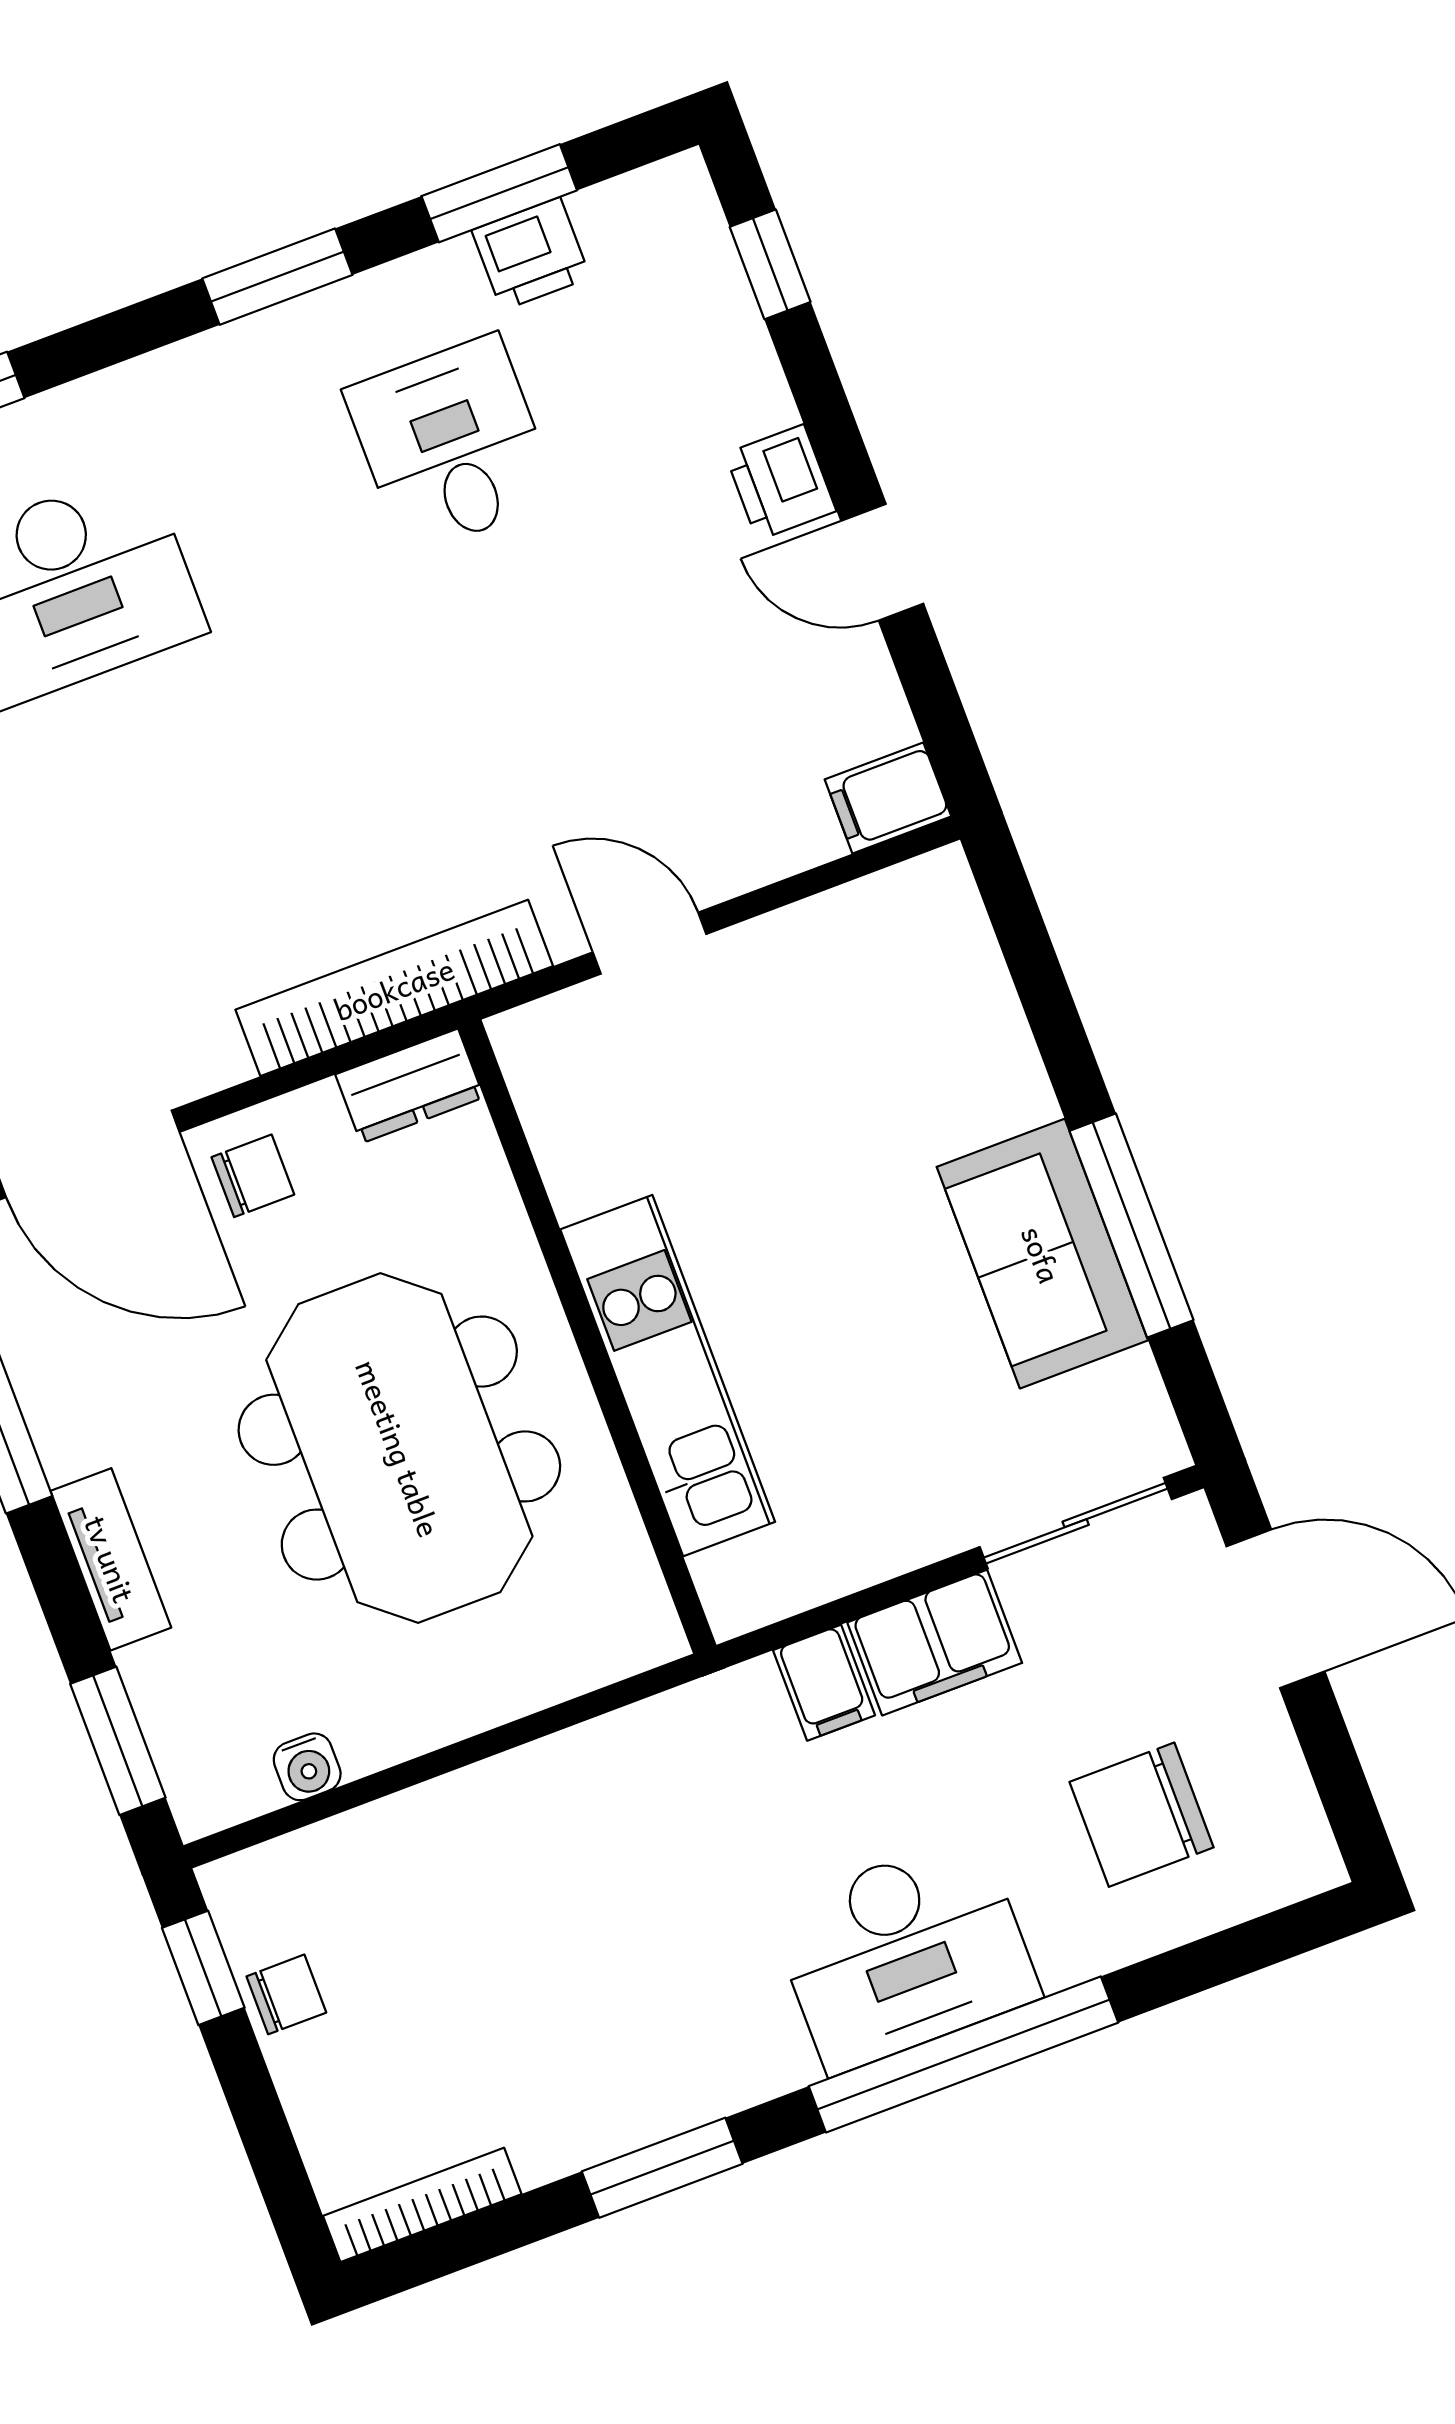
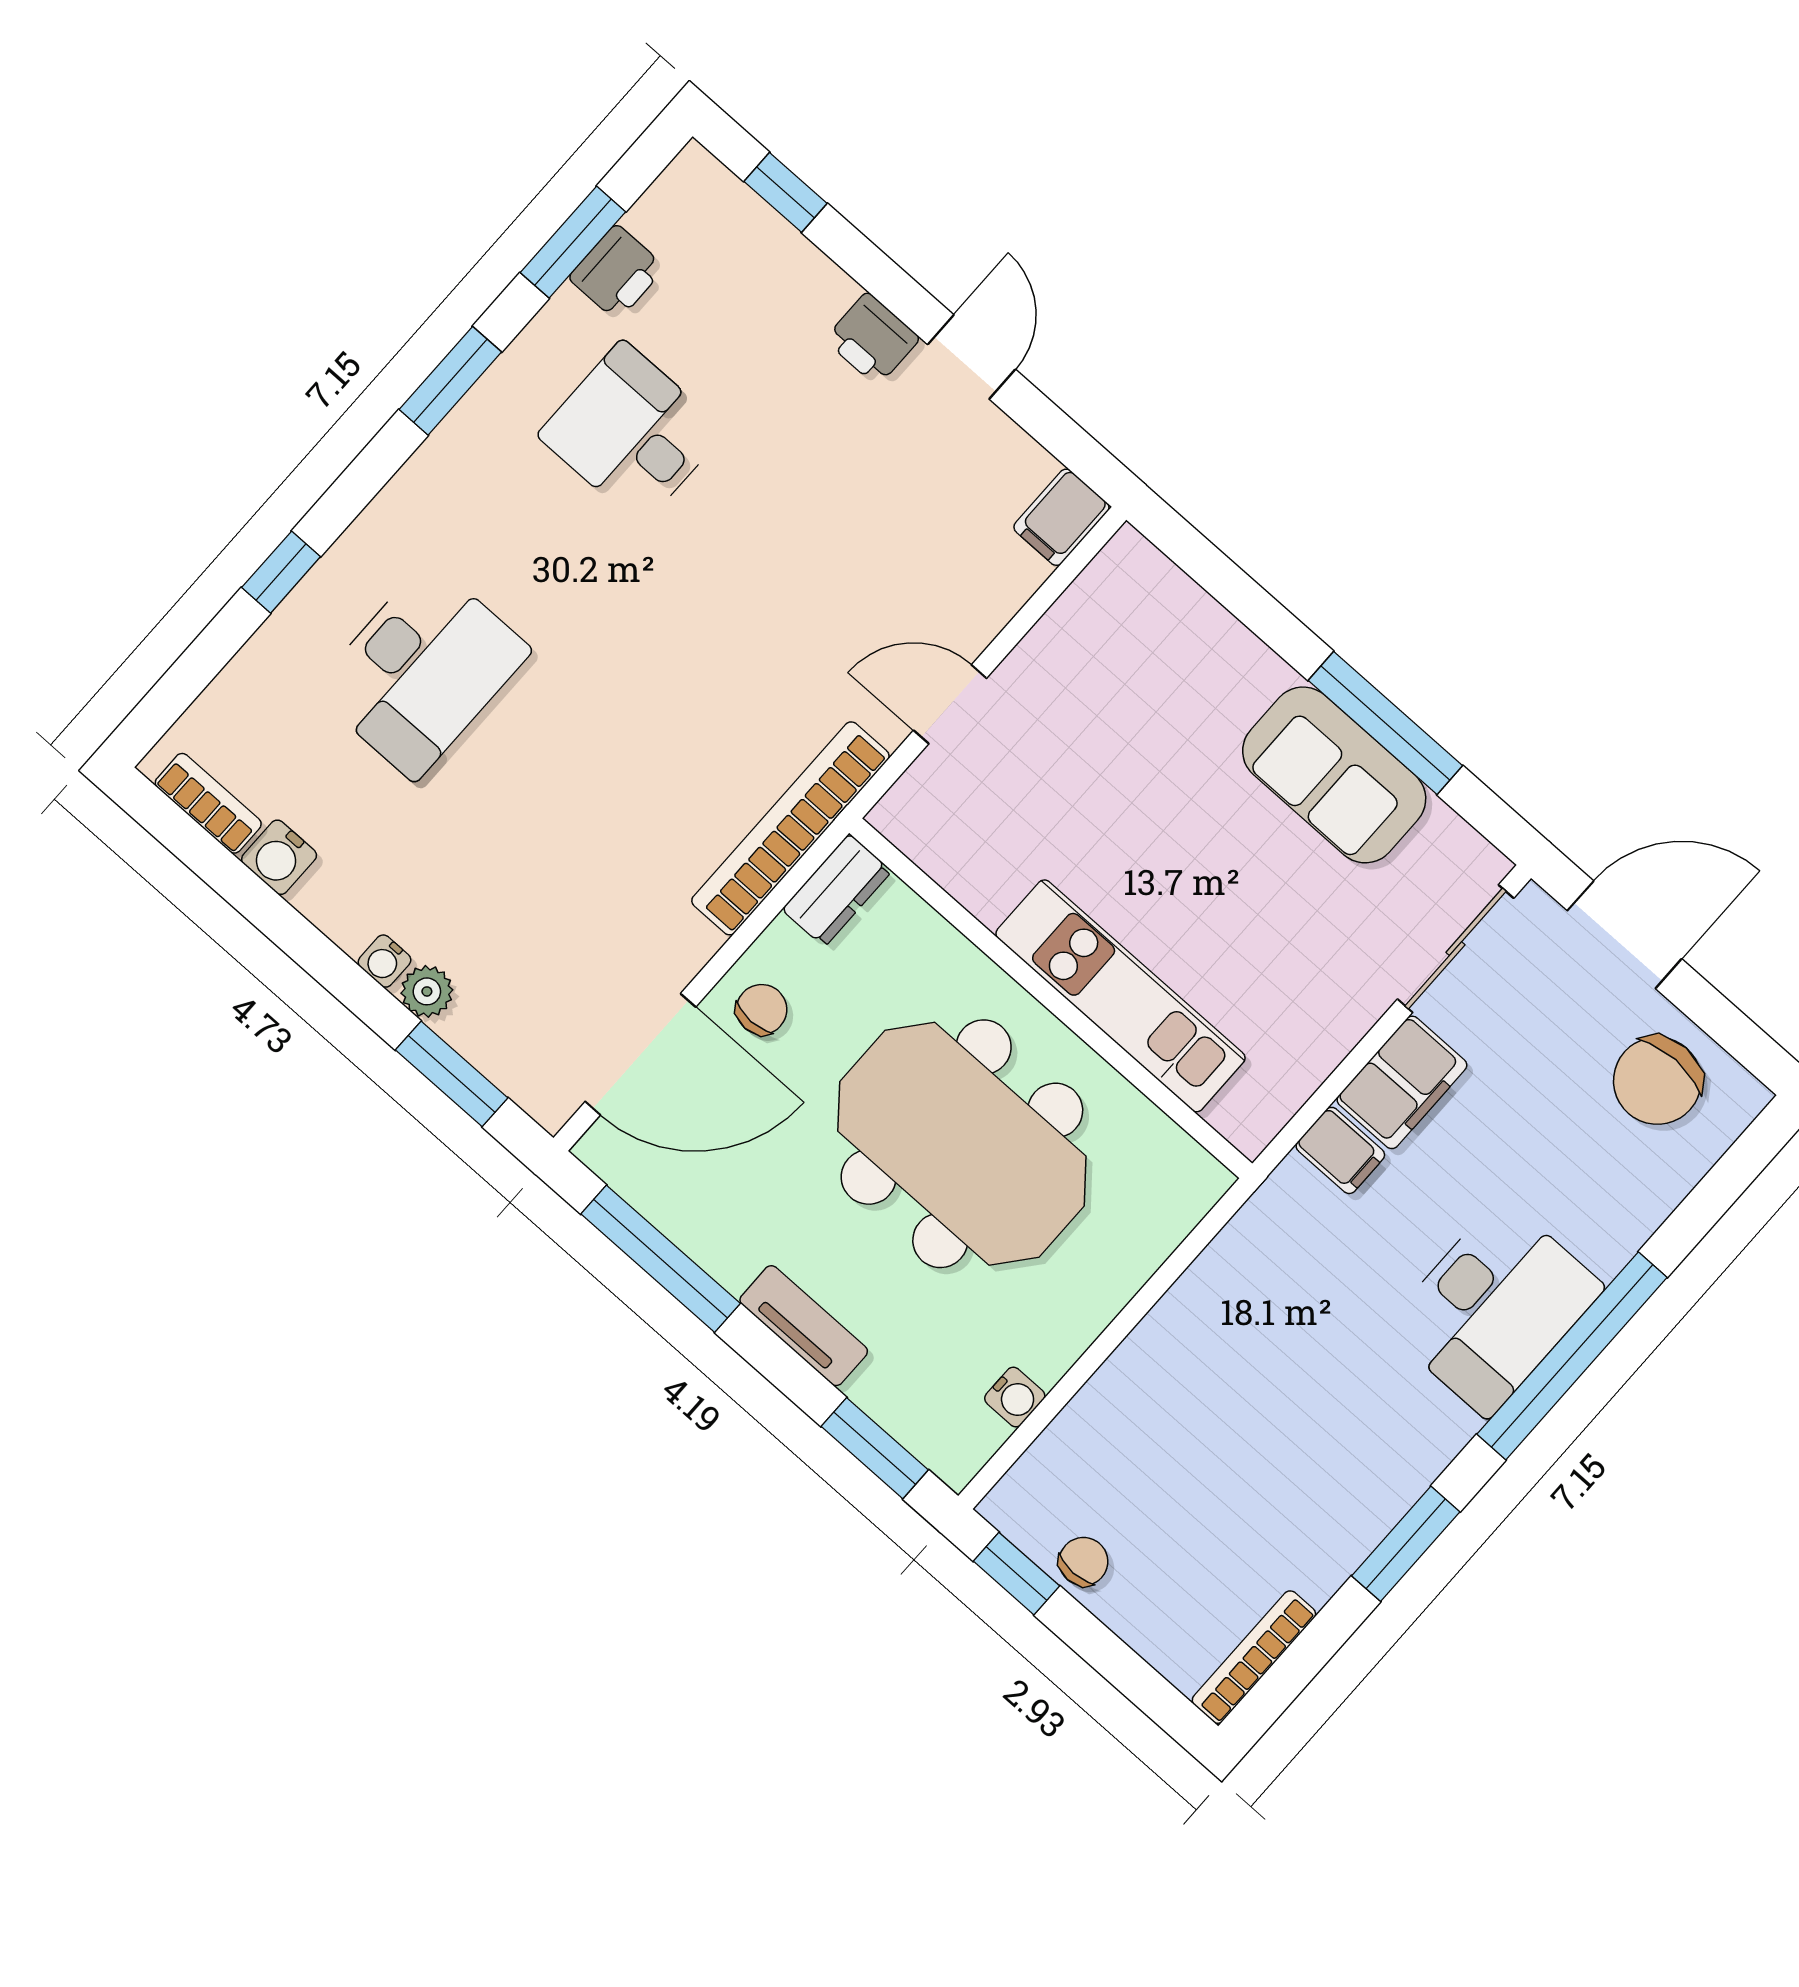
door: (882, 562) -> (971, 357), swing flipped
chair: (1142, 1815) -> (1657, 1081), moved

